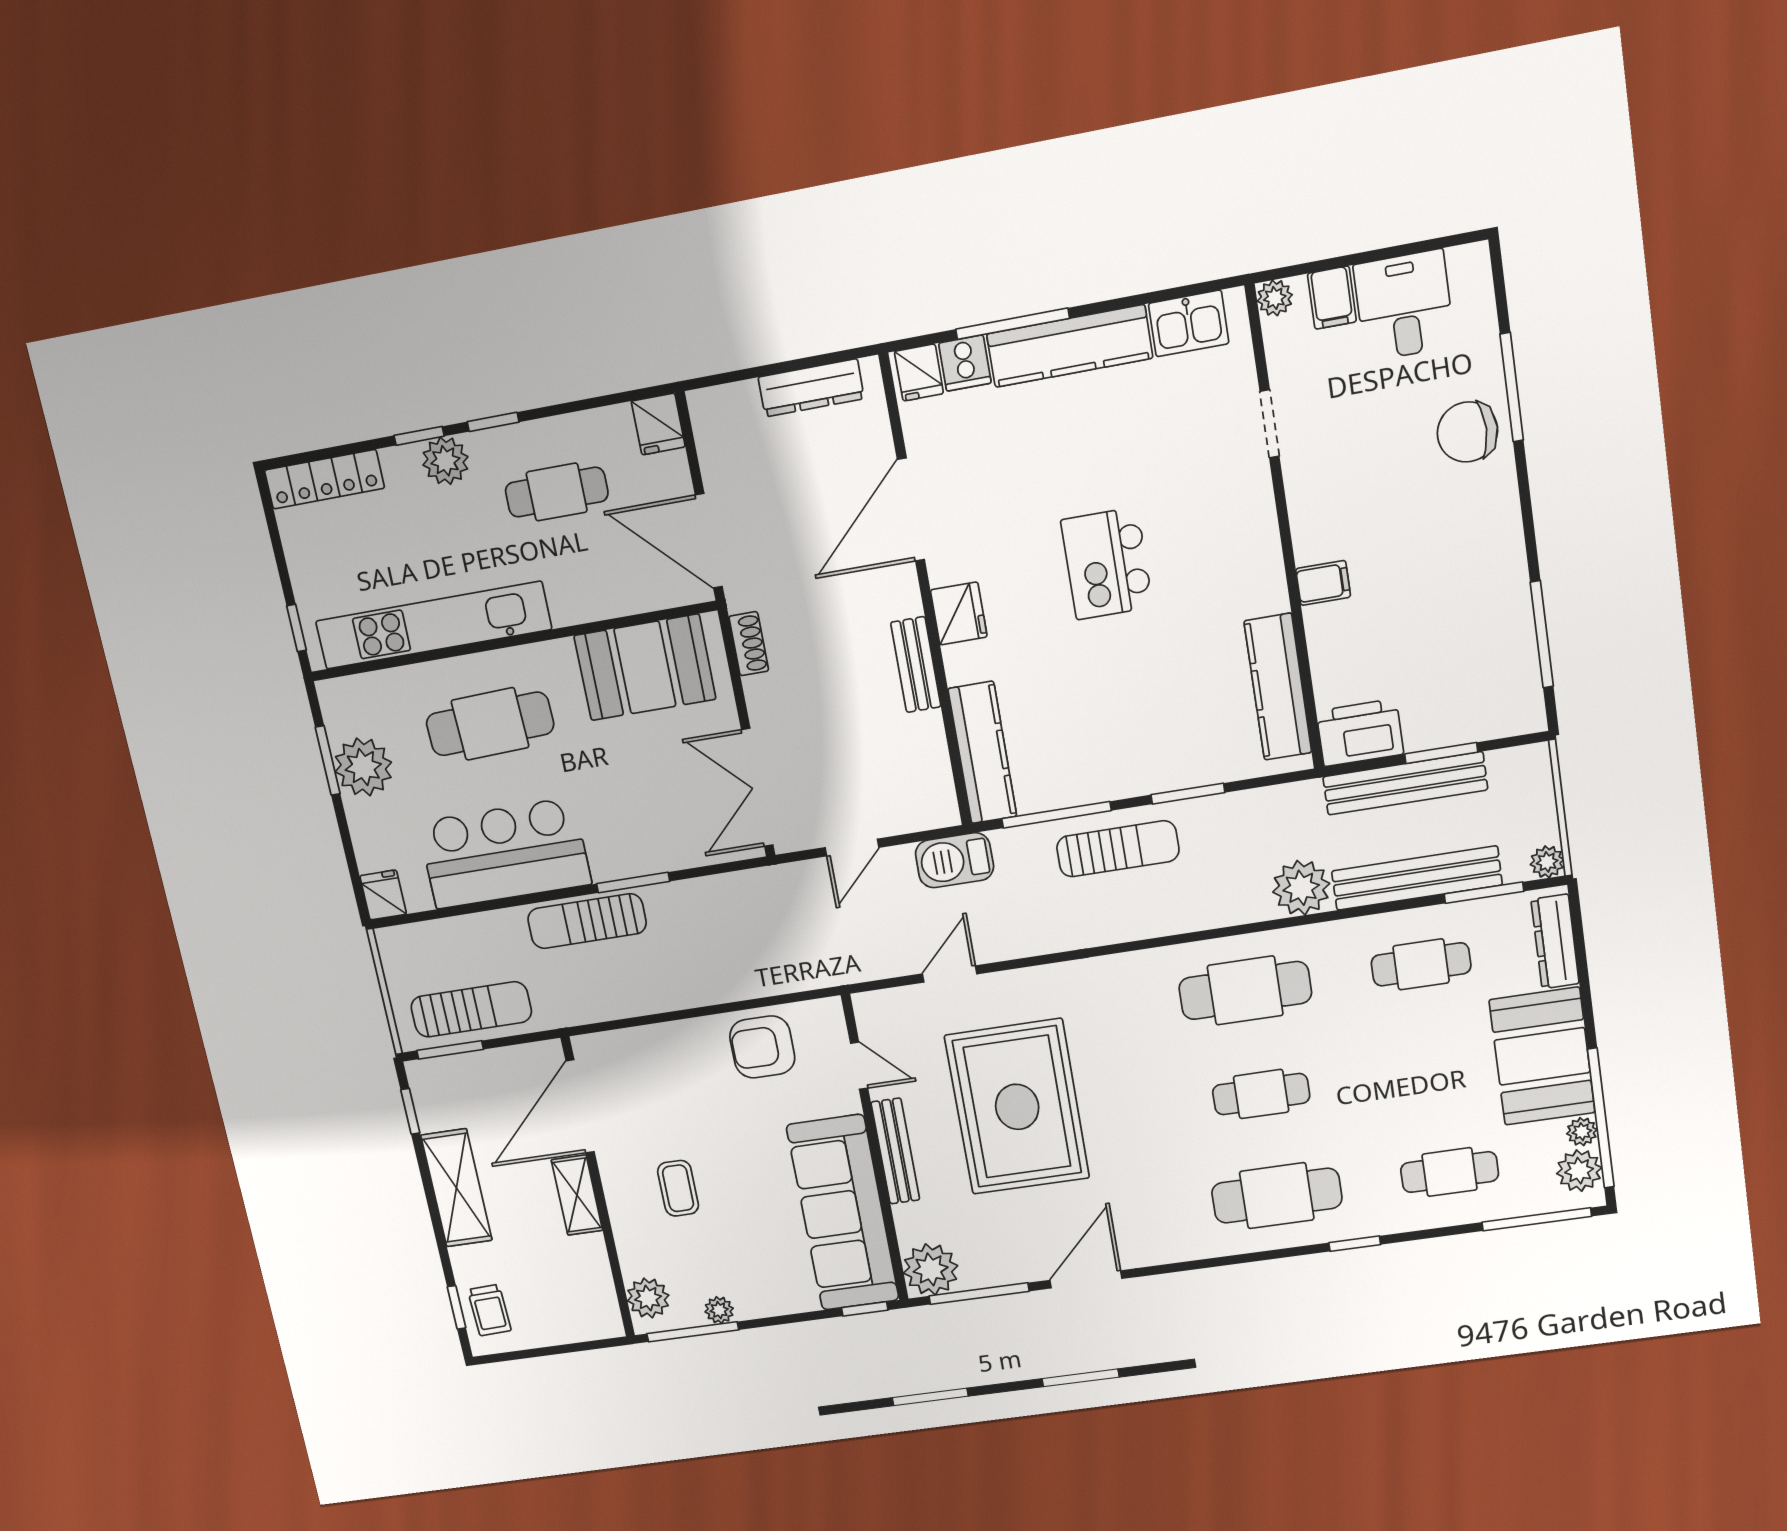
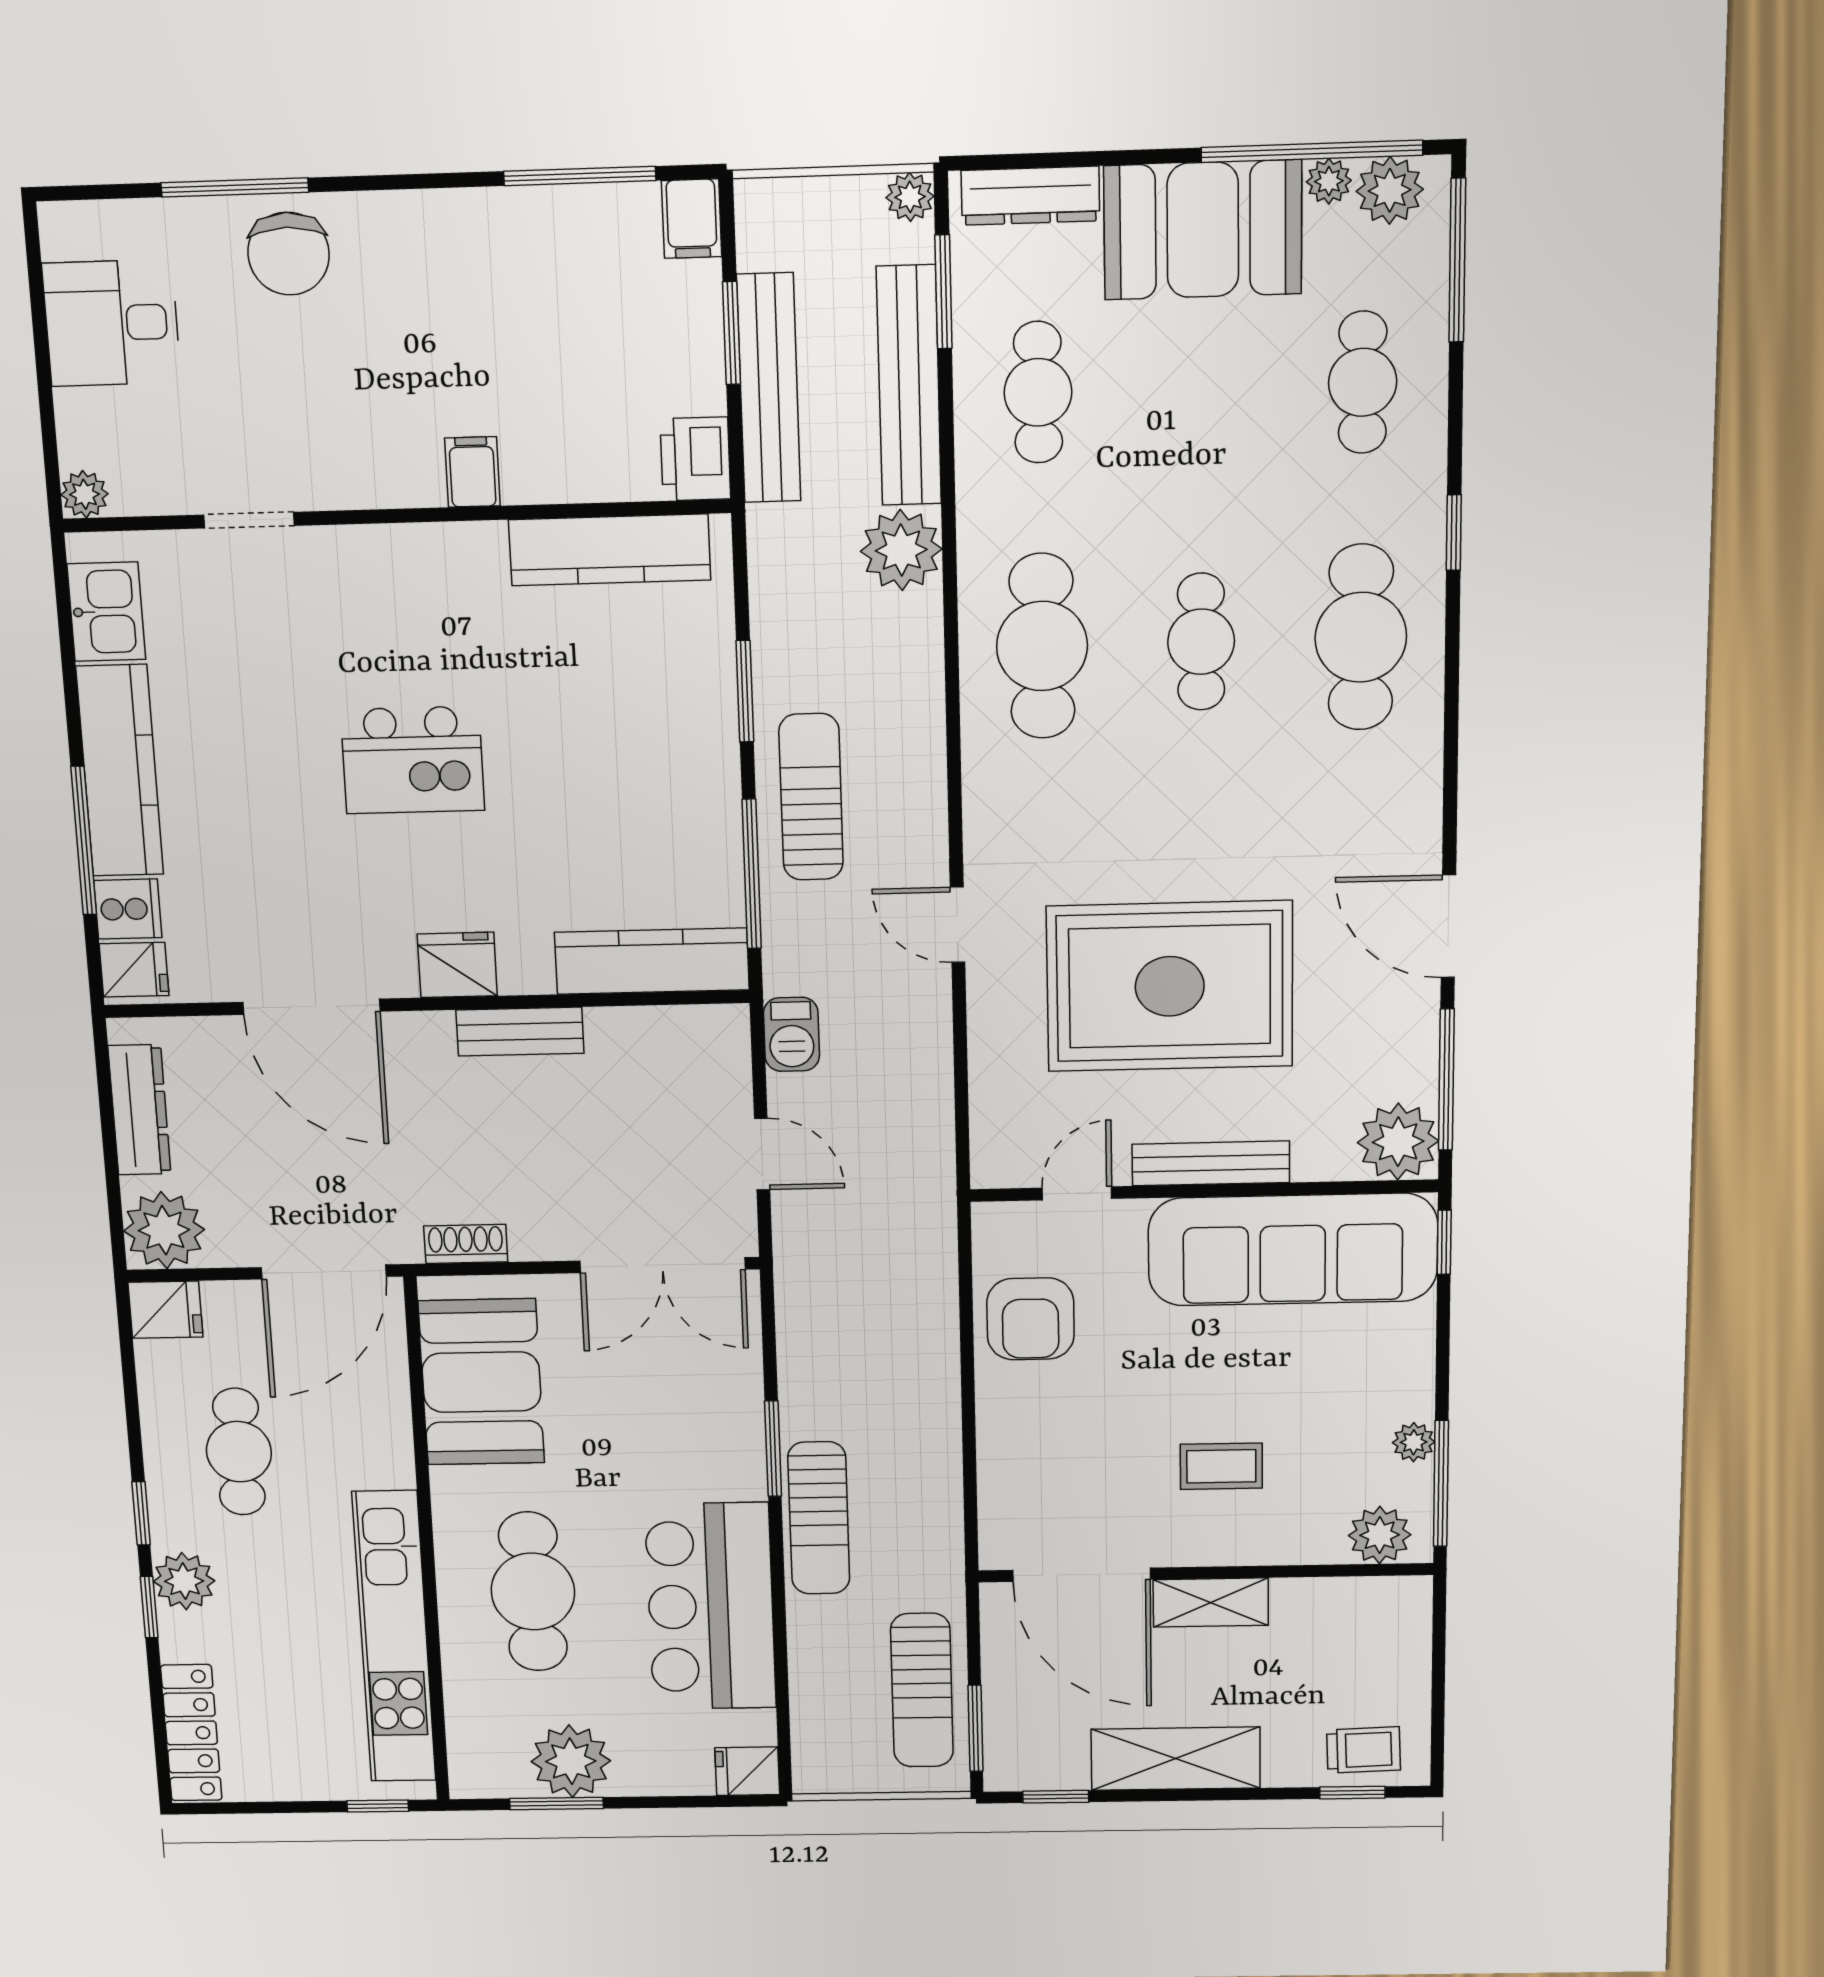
filing cabinet: (1332, 298) -> (692, 219), moved, turned 90
plant: (720, 416) -> (164, 1230), added
printer: (1360, 733) -> (695, 459), width x0.73, depth x0.84
barbecue: (954, 860) -> (792, 1034), width x0.73, depth x0.79
door: (950, 974) -> (958, 925), moved
sun lounger: (471, 1009) -> (922, 1690), turned 180

